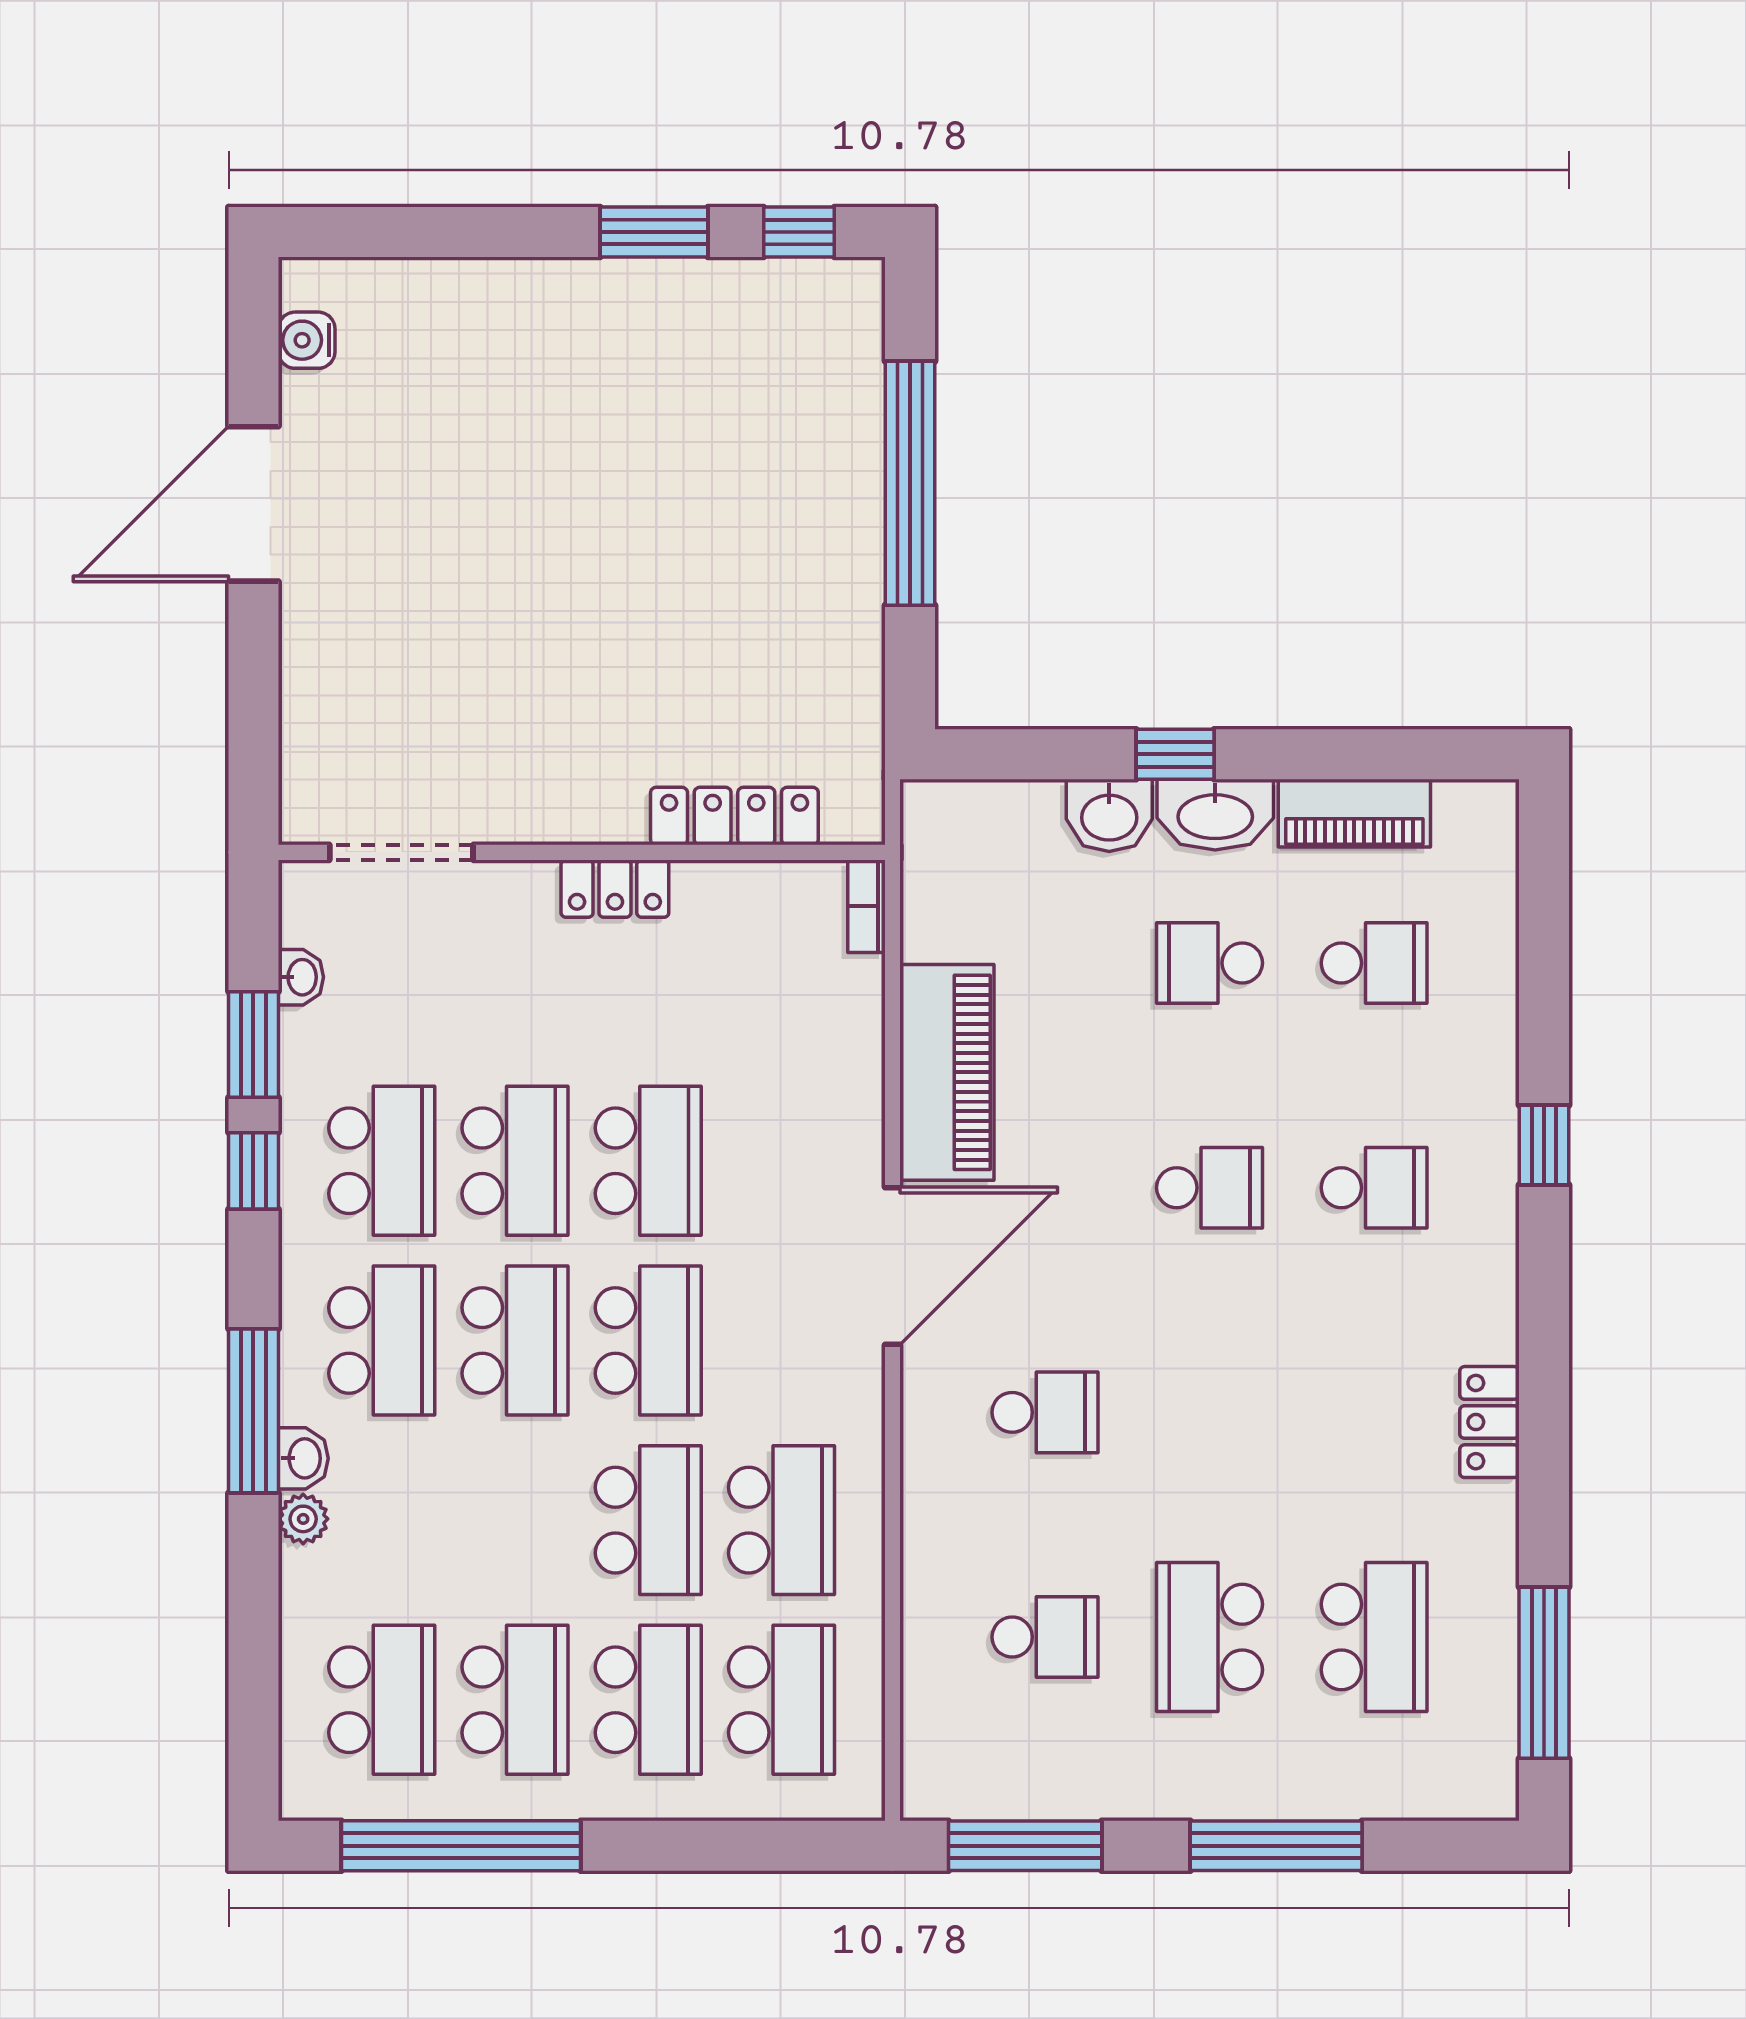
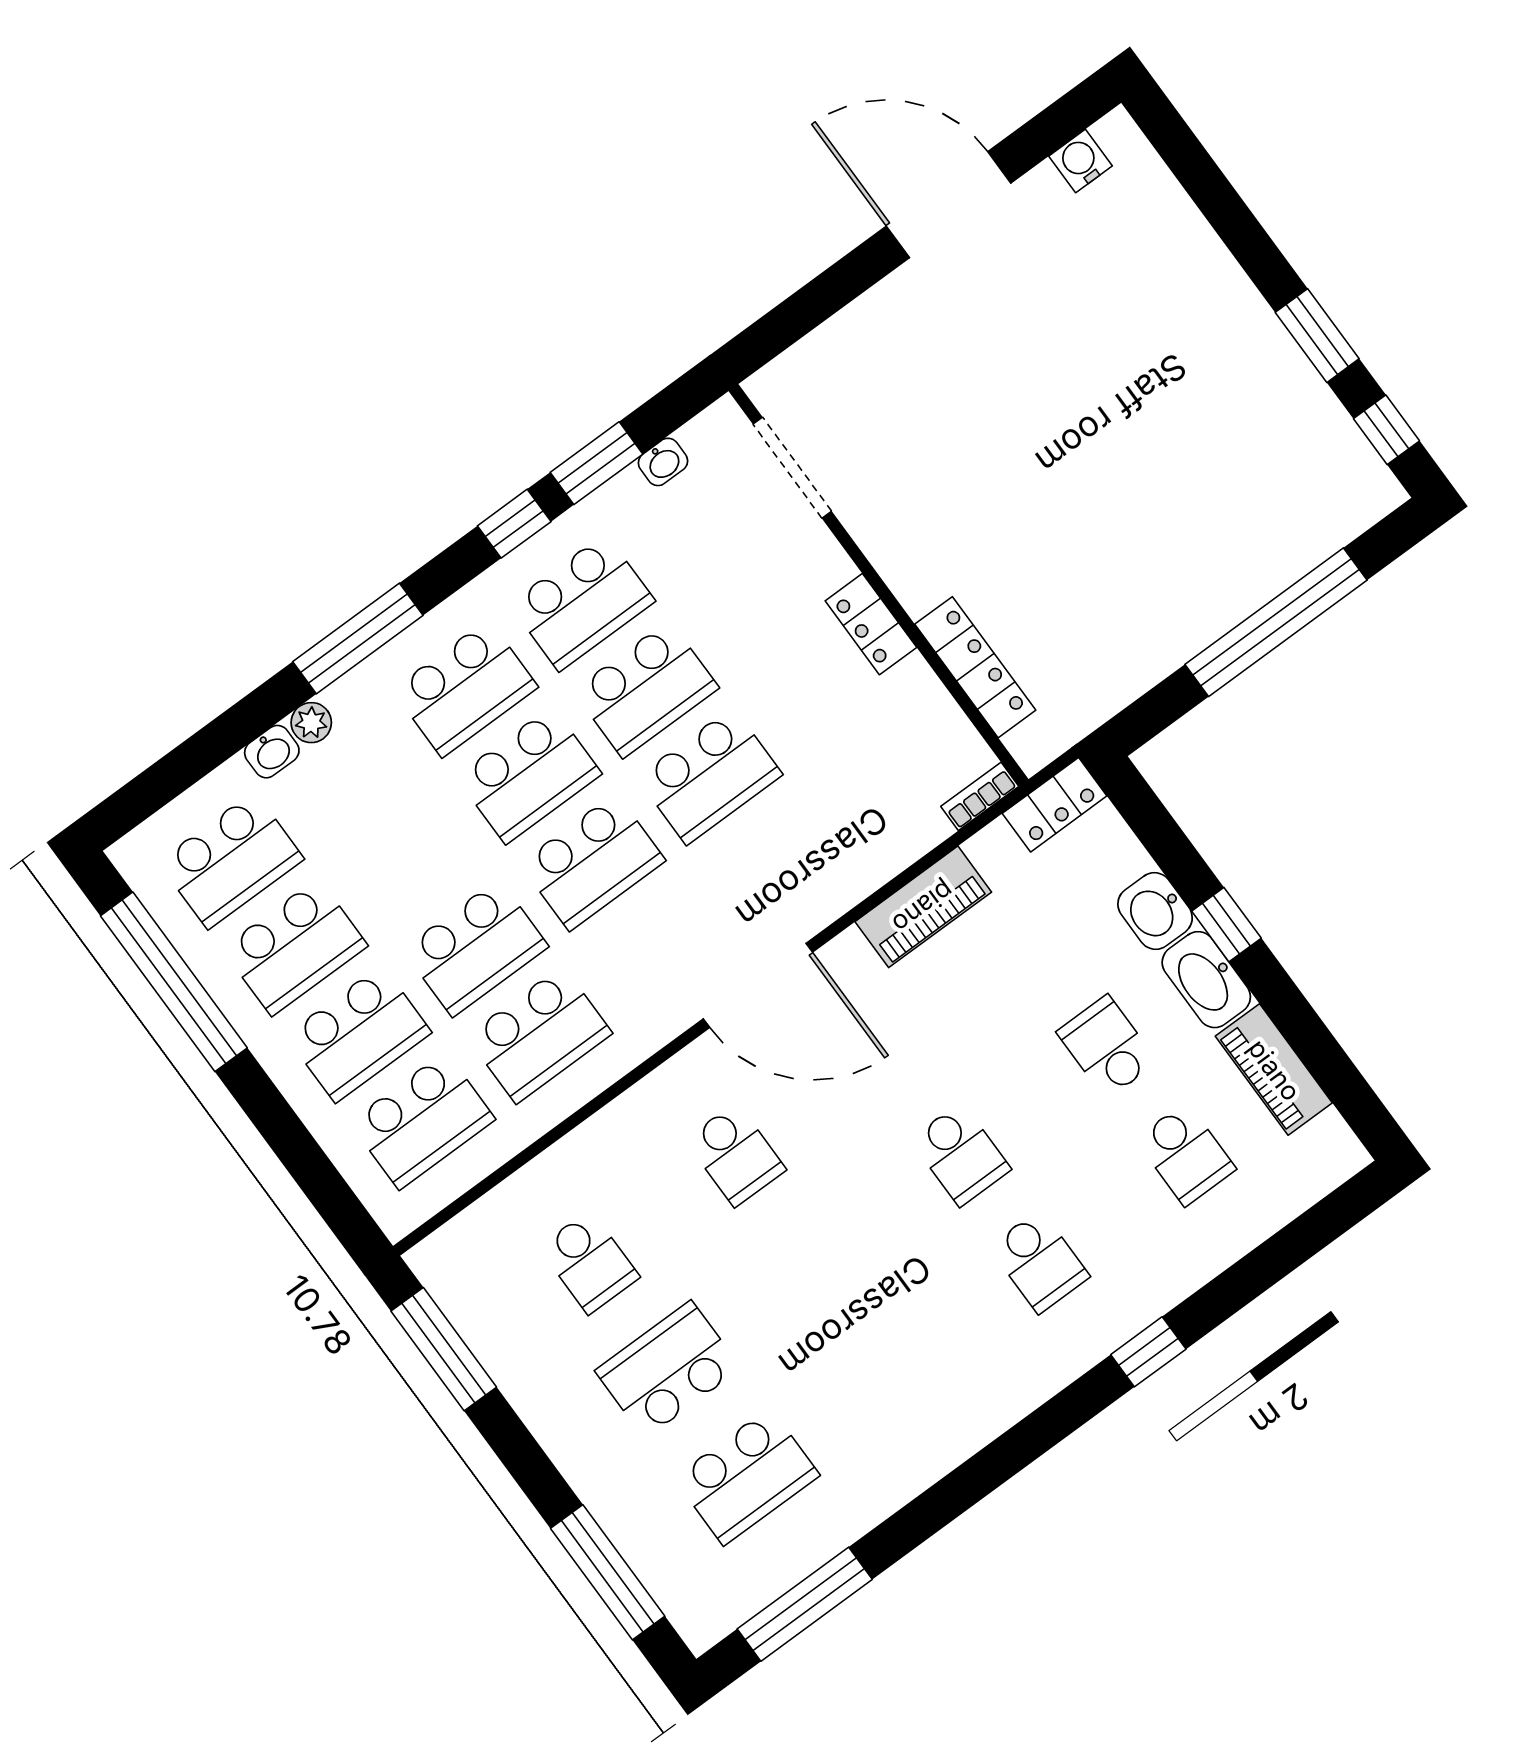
piano: (947, 1072) -> (923, 907), width x0.73, depth x0.75
locker: (1489, 1422) -> (1055, 805), moved, turned 180
washbasin: (303, 1458) -> (272, 752), moved
window: (1276, 1846) -> (608, 1572), moved

